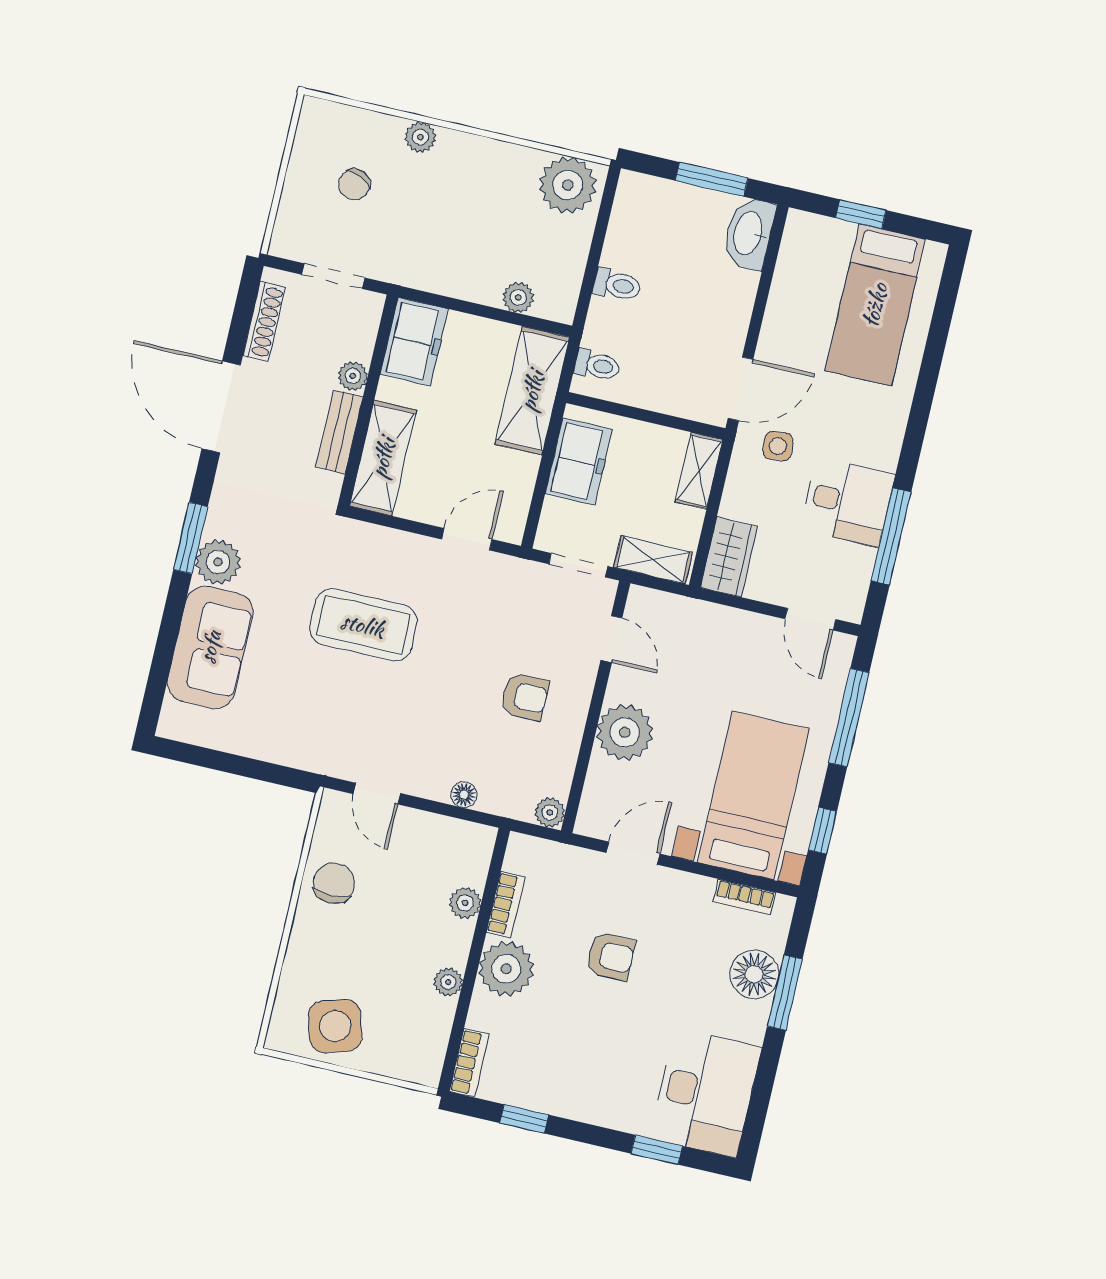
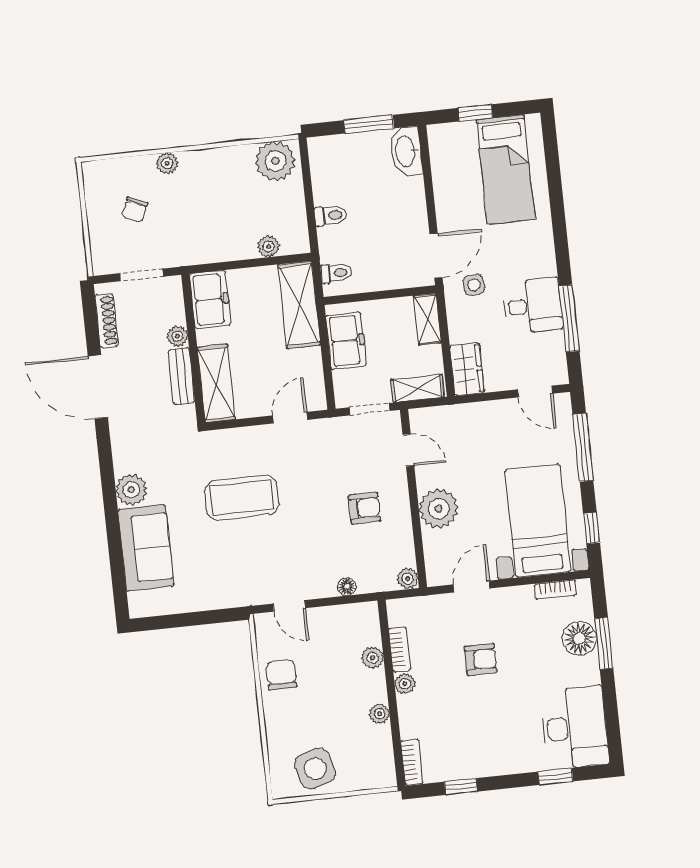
window: (191, 538) -> (108, 480), removed
plant: (506, 969) -> (405, 684), width x0.53, depth x0.53

